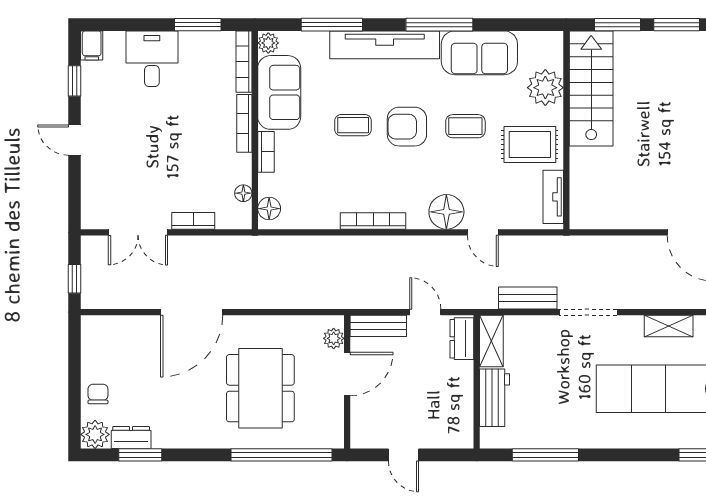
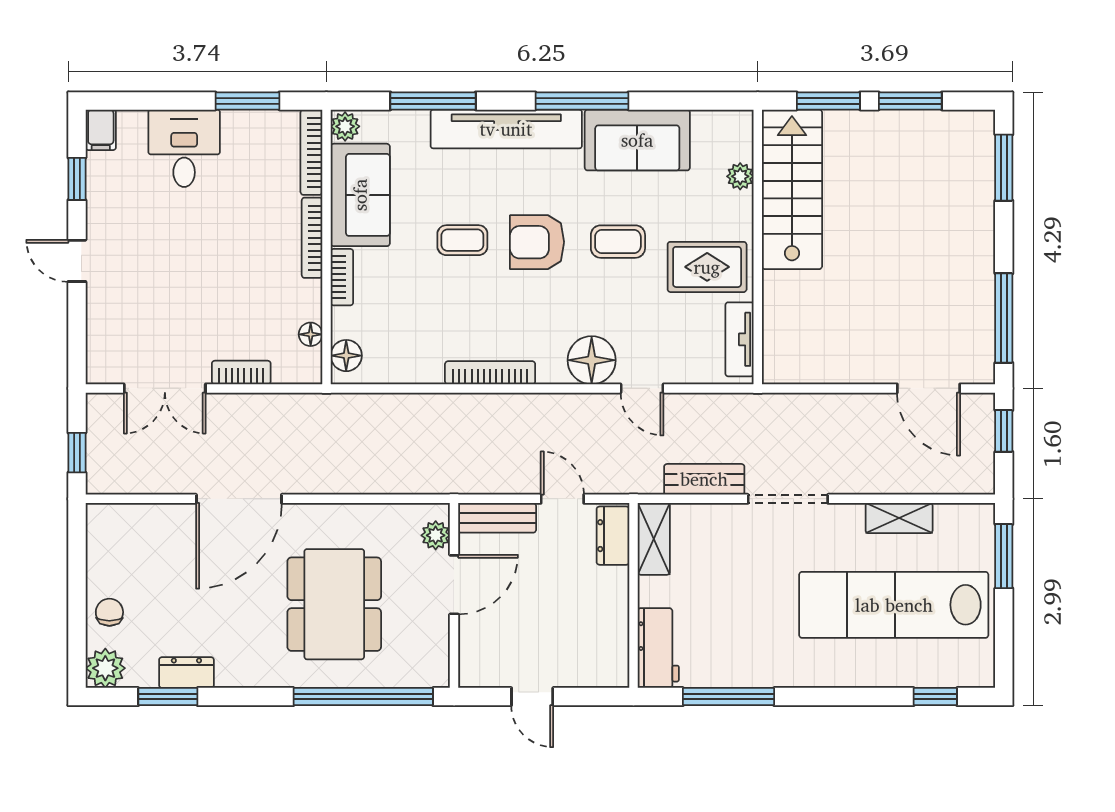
plant: (545, 88) -> (740, 176), width x0.53, depth x0.53
workbench: (495, 398) -> (658, 648), moved
dresser: (131, 438) -> (186, 673), moved

